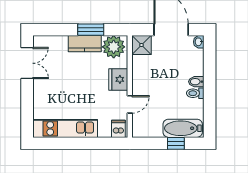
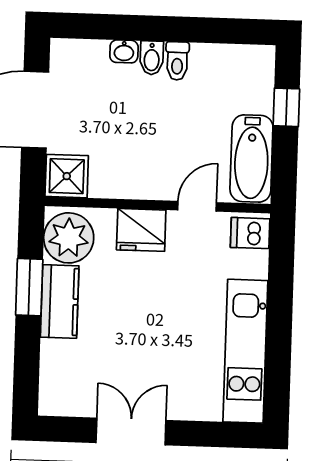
washbasin: (199, 42) -> (124, 51), moved
double door: (27, 63) -> (131, 431), moved
door: (130, 104) -> (197, 206), hinge flipped
bathtub: (183, 128) -> (251, 158), moved

